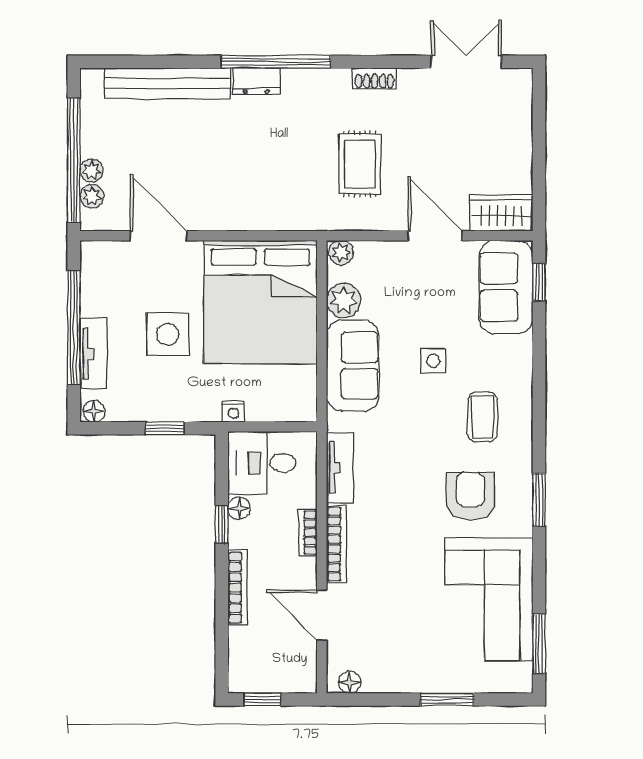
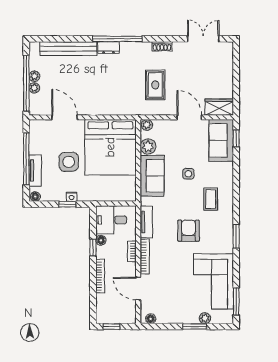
plant: (92, 196) -> (34, 76), moved
nightstand: (233, 412) -> (72, 197), moved
armchair: (470, 496) -> (189, 231), moved
plant: (470, 681) -> (205, 318), added

